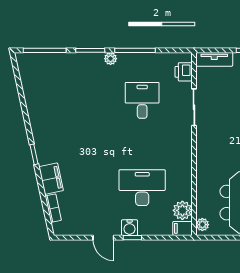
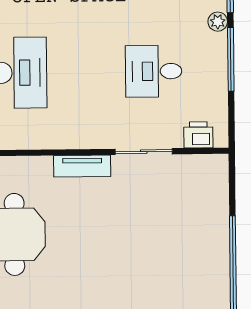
tv unit: (214, 59) -> (82, 166), moved, turned -90
desk: (142, 100) -> (154, 71), turned 180

